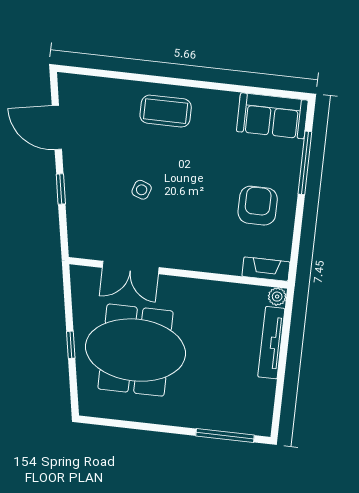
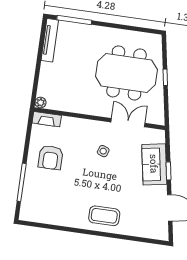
sofa: (272, 116) -> (154, 164), moved, turned -100
side table: (142, 190) -> (103, 151), moved
tv unit: (271, 343) -> (50, 40), moved

